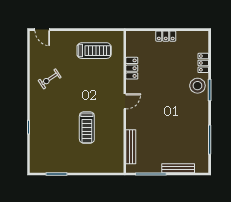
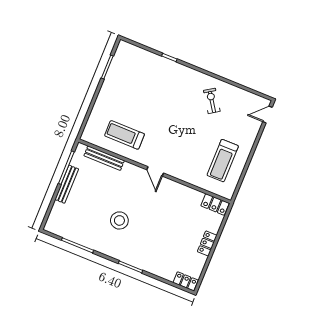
locker: (203, 63) -> (186, 281), moved
locker: (132, 68) -> (215, 204), moved
stool: (197, 86) -> (119, 220), moved
treadmill: (87, 128) -> (125, 135), moved
bench: (178, 168) -> (67, 184), moved

